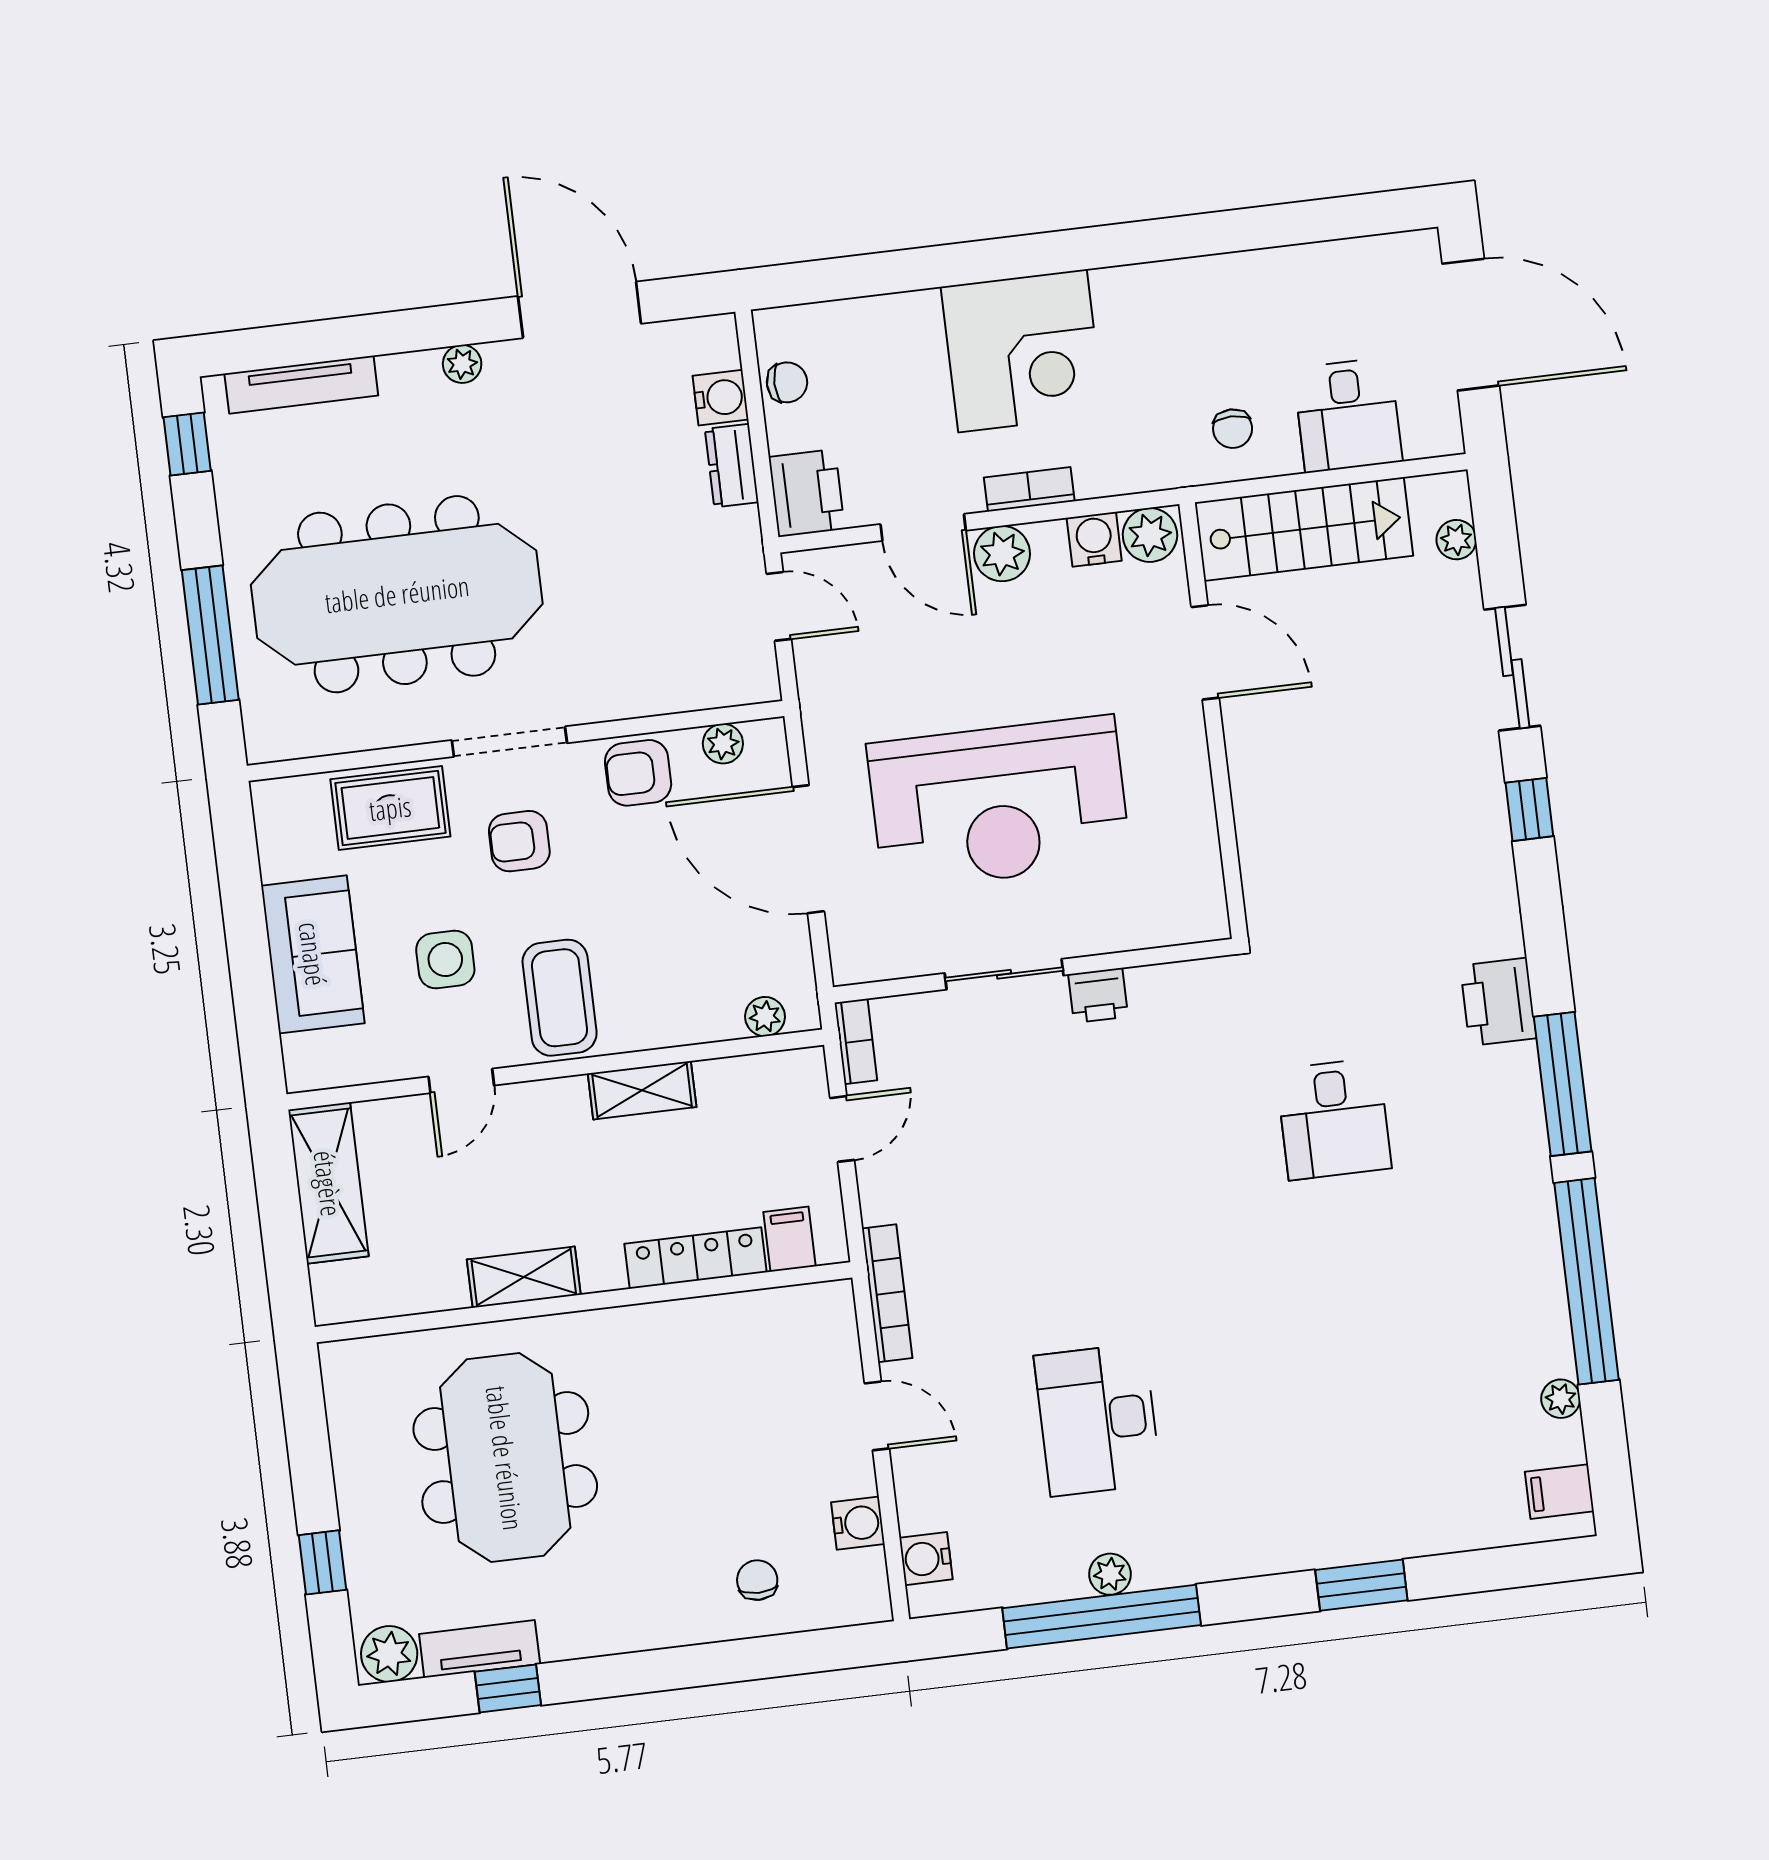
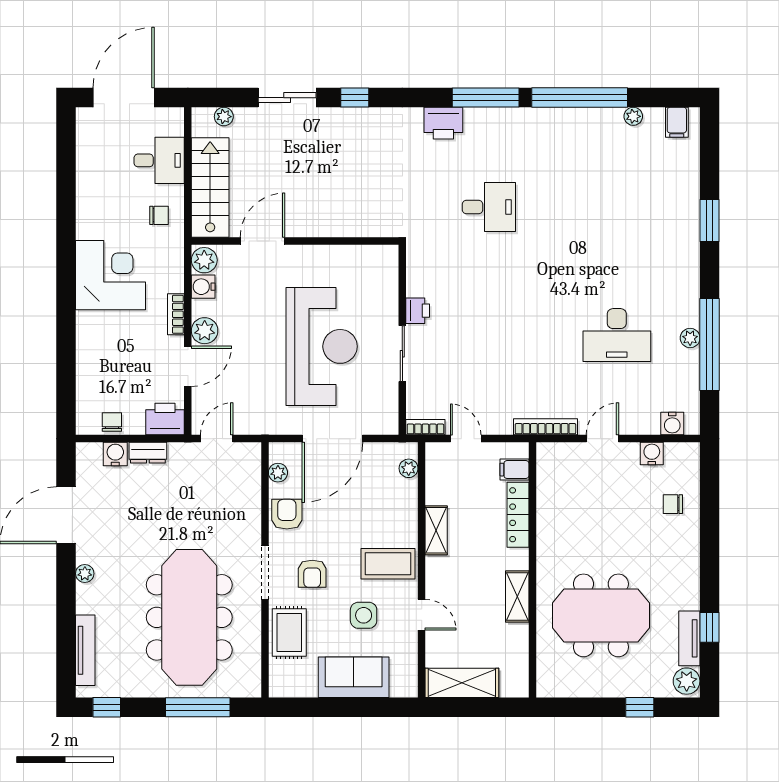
corner desk: (1023, 351) -> (110, 275), moved
armchair: (638, 773) -> (287, 514), turned 180

